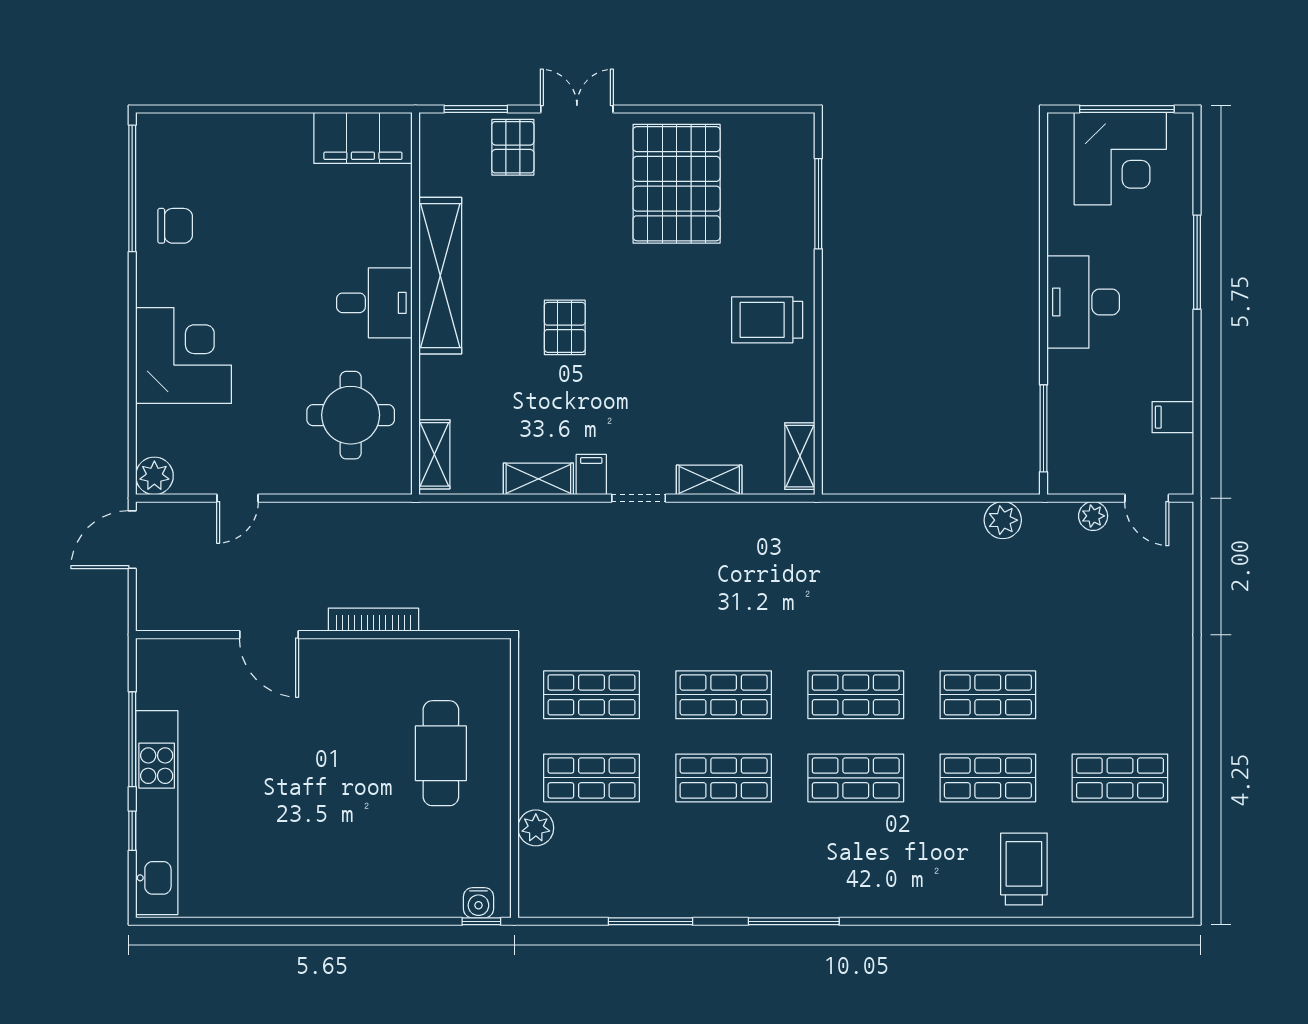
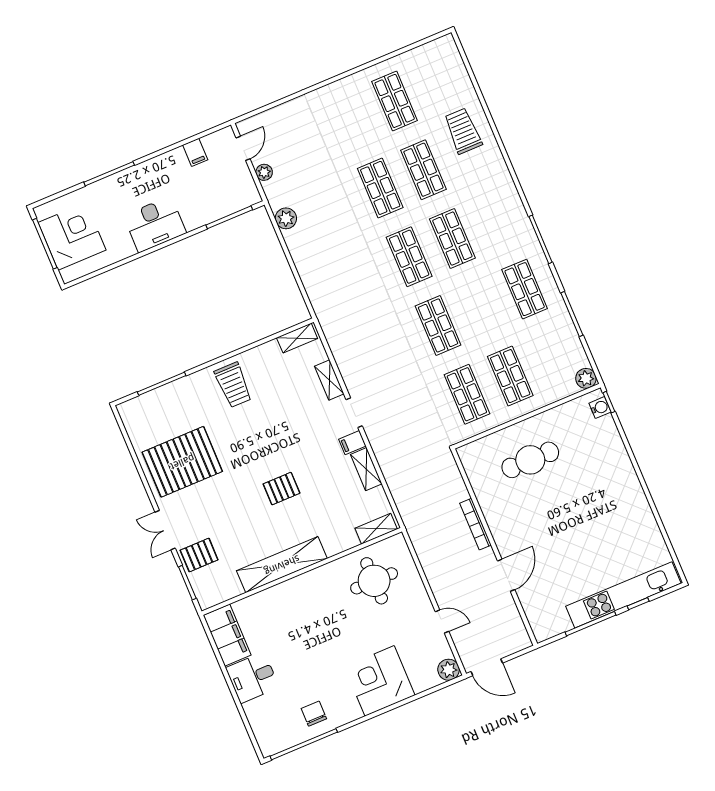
desk: (374, 303) -> (252, 678), moved, turned -90
shop shelf: (724, 778) -> (525, 289), moved
plant: (536, 828) -> (586, 378), moved
trolley: (1024, 869) -> (463, 131), turned 90

